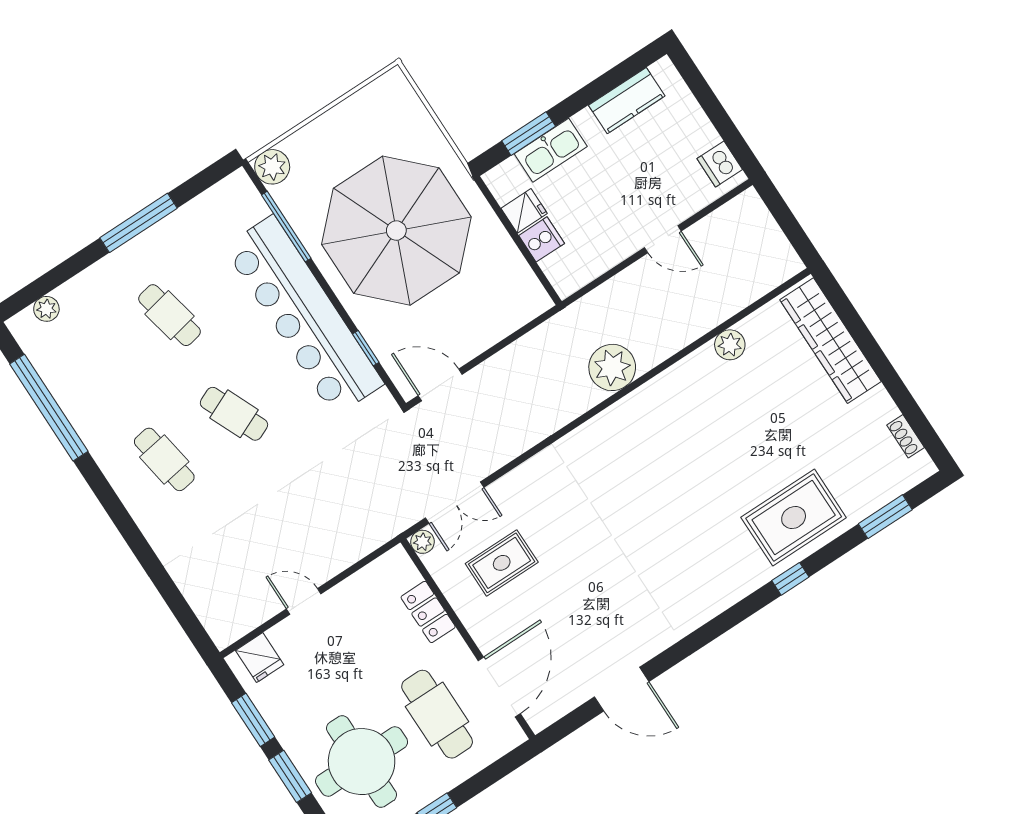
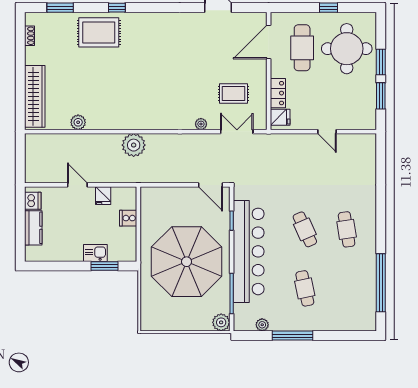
kitchen counter: (627, 101) -> (33, 228), moved, turned 90
kitchen sink: (551, 150) -> (95, 253), width x0.73
fridge: (524, 211) -> (103, 196), moved, turned -90
plant: (46, 309) -> (262, 325), moved
plant: (422, 542) -> (201, 124), moved
fridge: (260, 658) -> (280, 117), moved, turned 90

